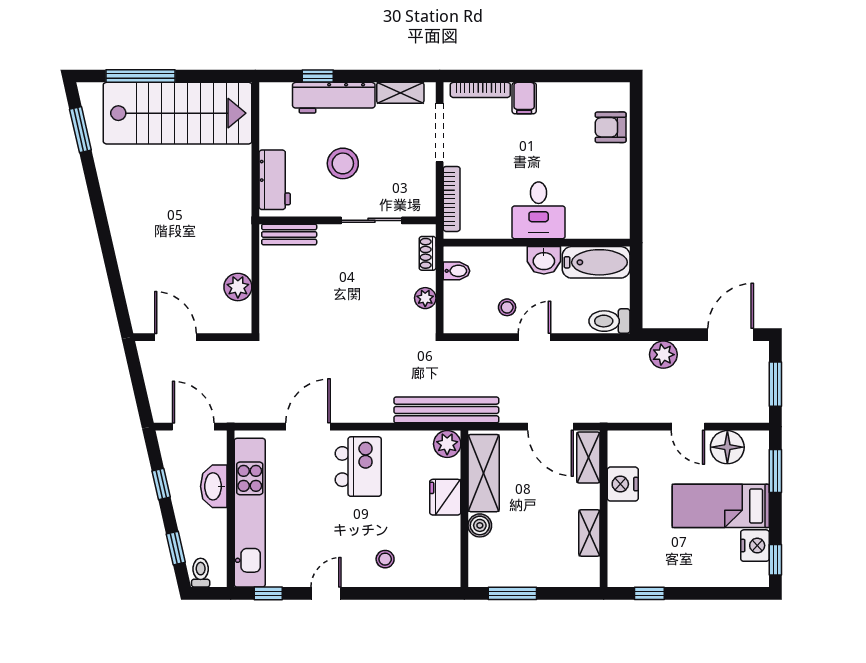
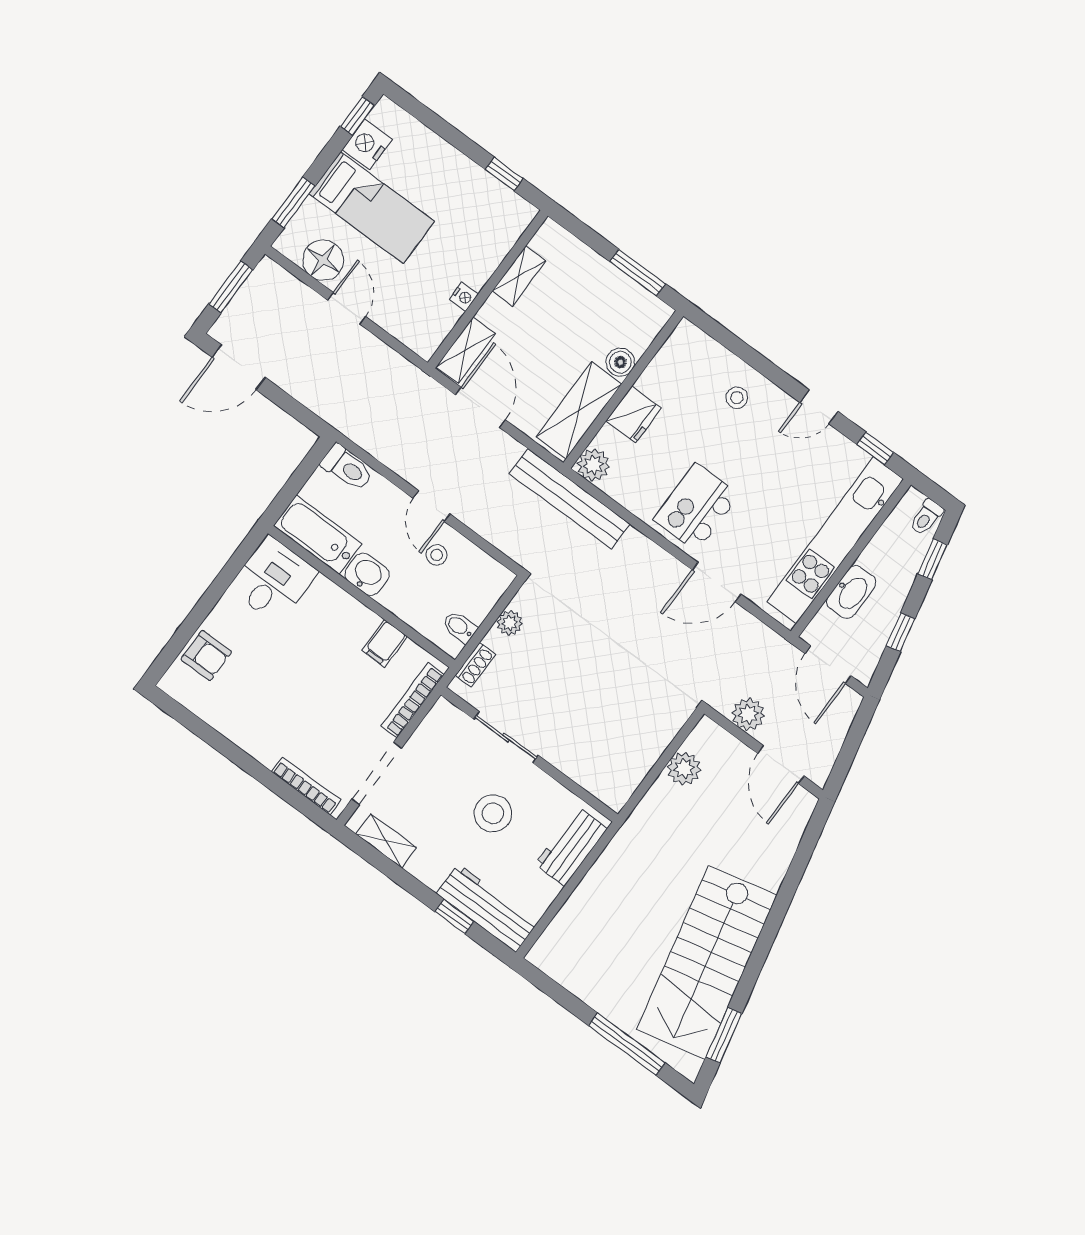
workbench: (334, 98) -> (487, 908), moved
filing cabinet: (524, 98) -> (385, 643), moved, turned 180
stairs: (178, 113) -> (707, 962), moved, turned -103
desk: (539, 210) -> (273, 580), moved
bench: (289, 234) -> (596, 783), removed
door: (535, 337) -> (431, 506), hinge flipped
plant: (663, 355) -> (748, 714), moved
nightstand: (623, 484) -> (464, 297), width x0.53, depth x0.56

